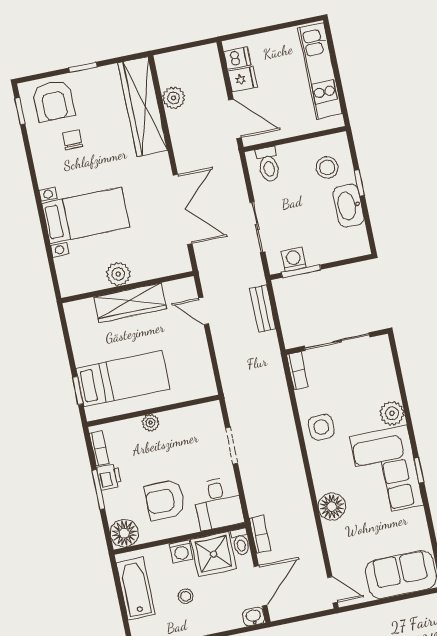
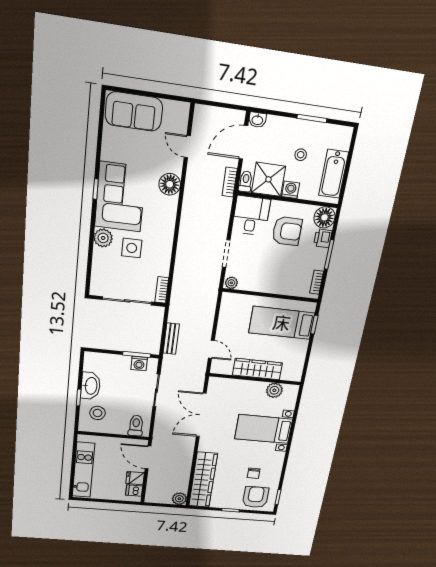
plant: (174, 98) -> (179, 499), moved
plant: (118, 274) -> (274, 390), moved
plant: (150, 423) -> (231, 283), moved
side table: (321, 427) -> (132, 248), moved
printer: (109, 477) -> (323, 238), moved
door: (333, 590) -> (187, 147), moved

